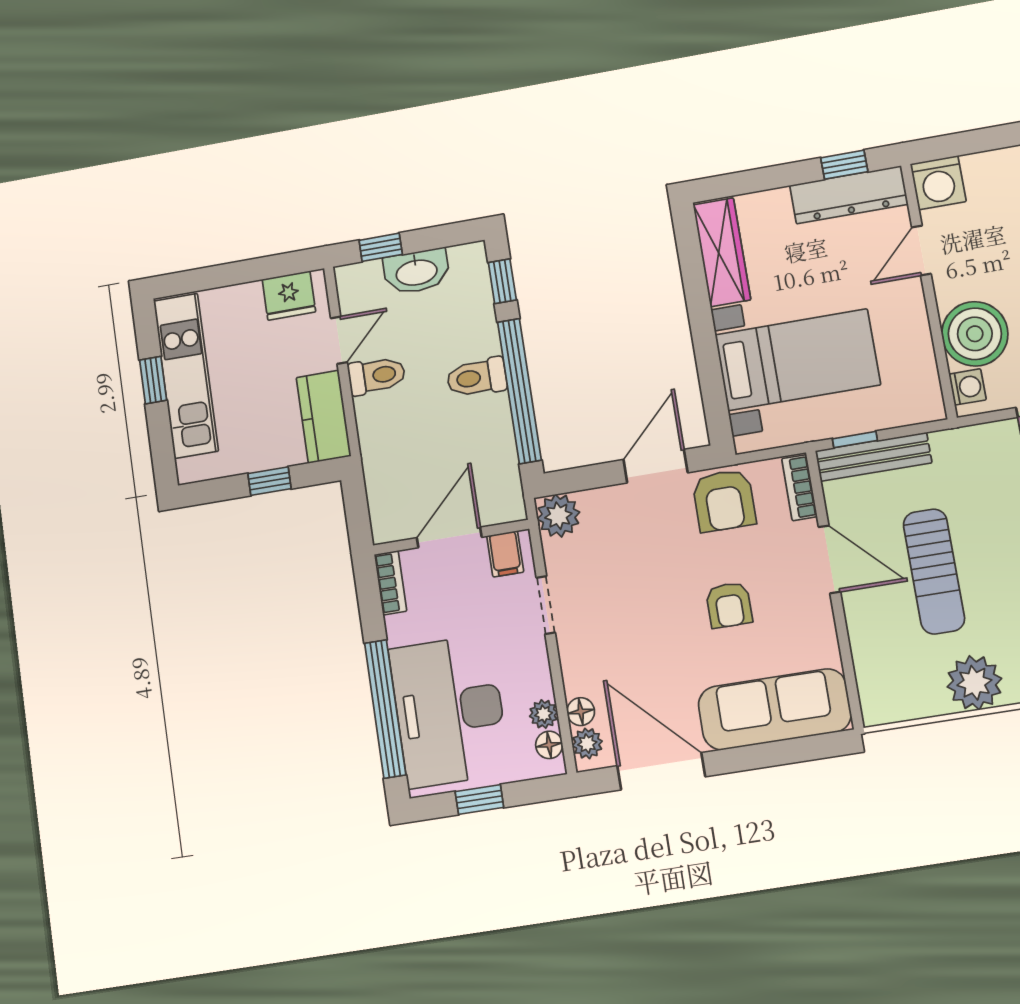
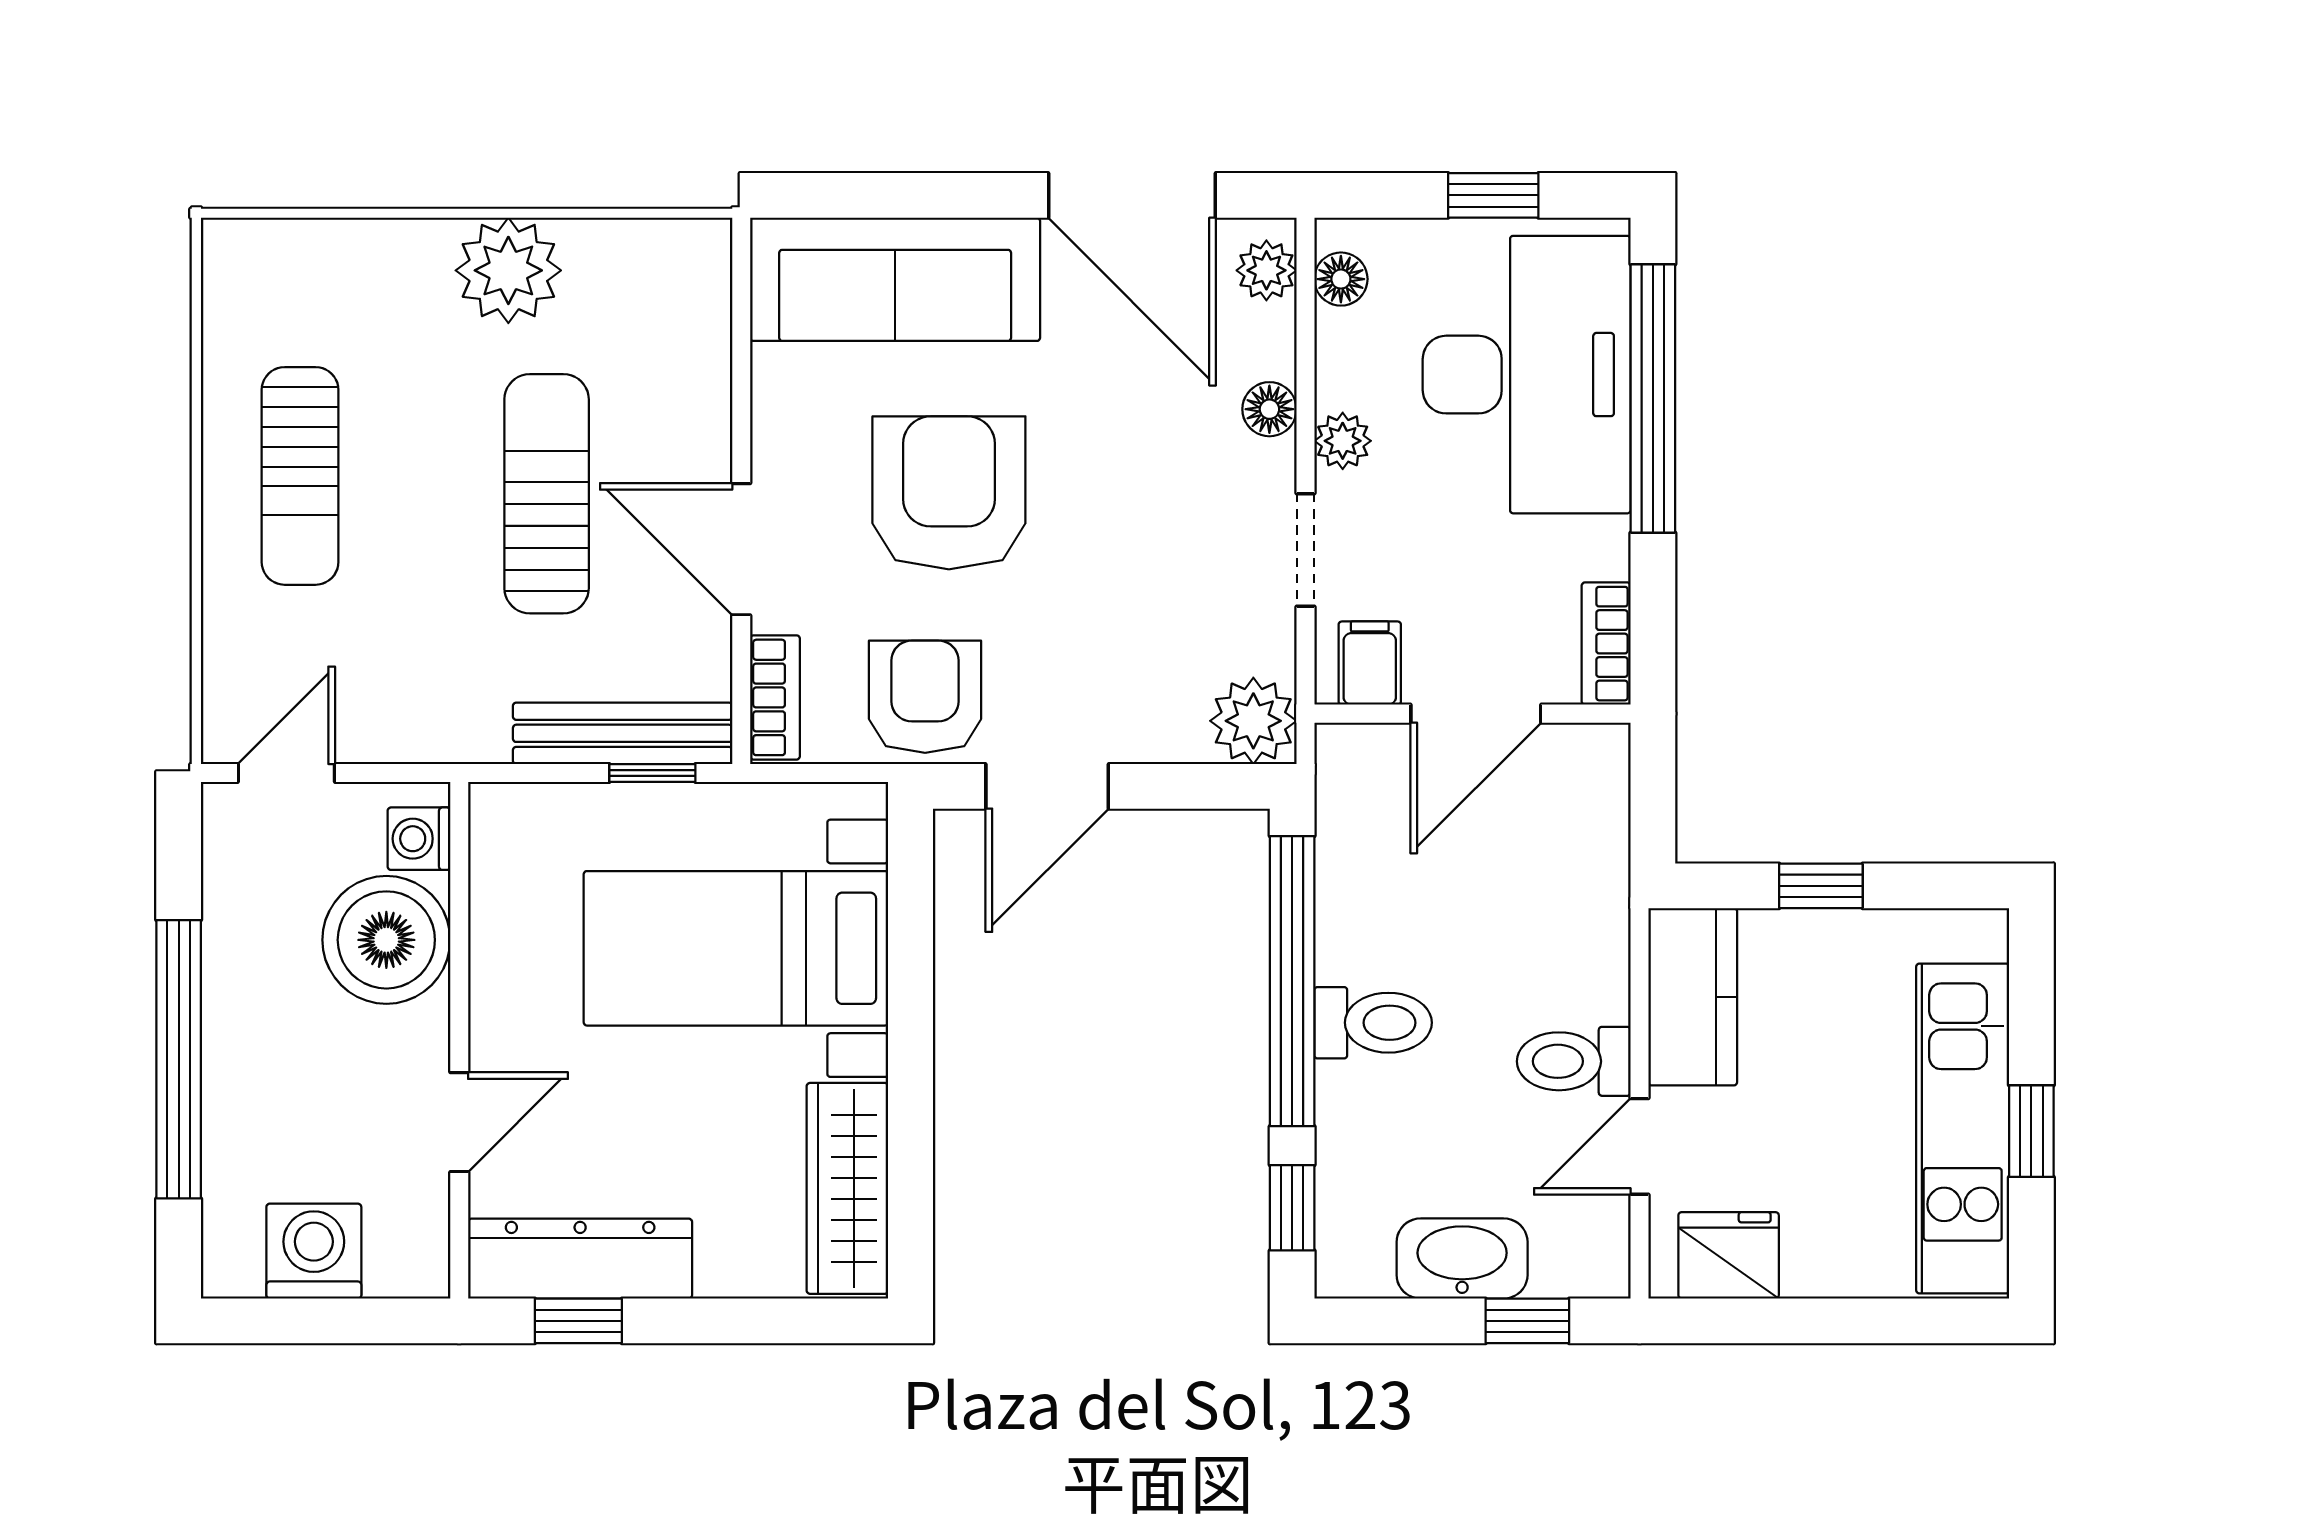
washing machine: (938, 183) -> (314, 1251), moved
armchair: (729, 605) -> (949, 493), width x1.88, depth x1.88
floor lamp: (581, 712) -> (1269, 409), moved
plant: (544, 714) -> (1343, 441), moved

